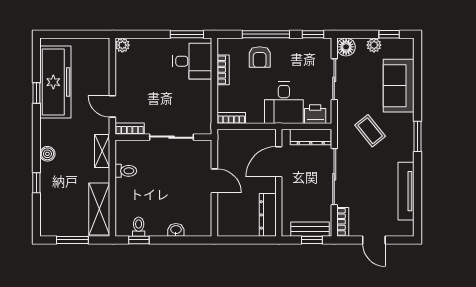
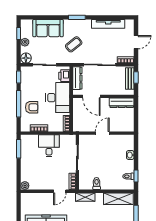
desk: (192, 61) -> (49, 146), moved
desk: (284, 103) -> (58, 98), width x1.37

